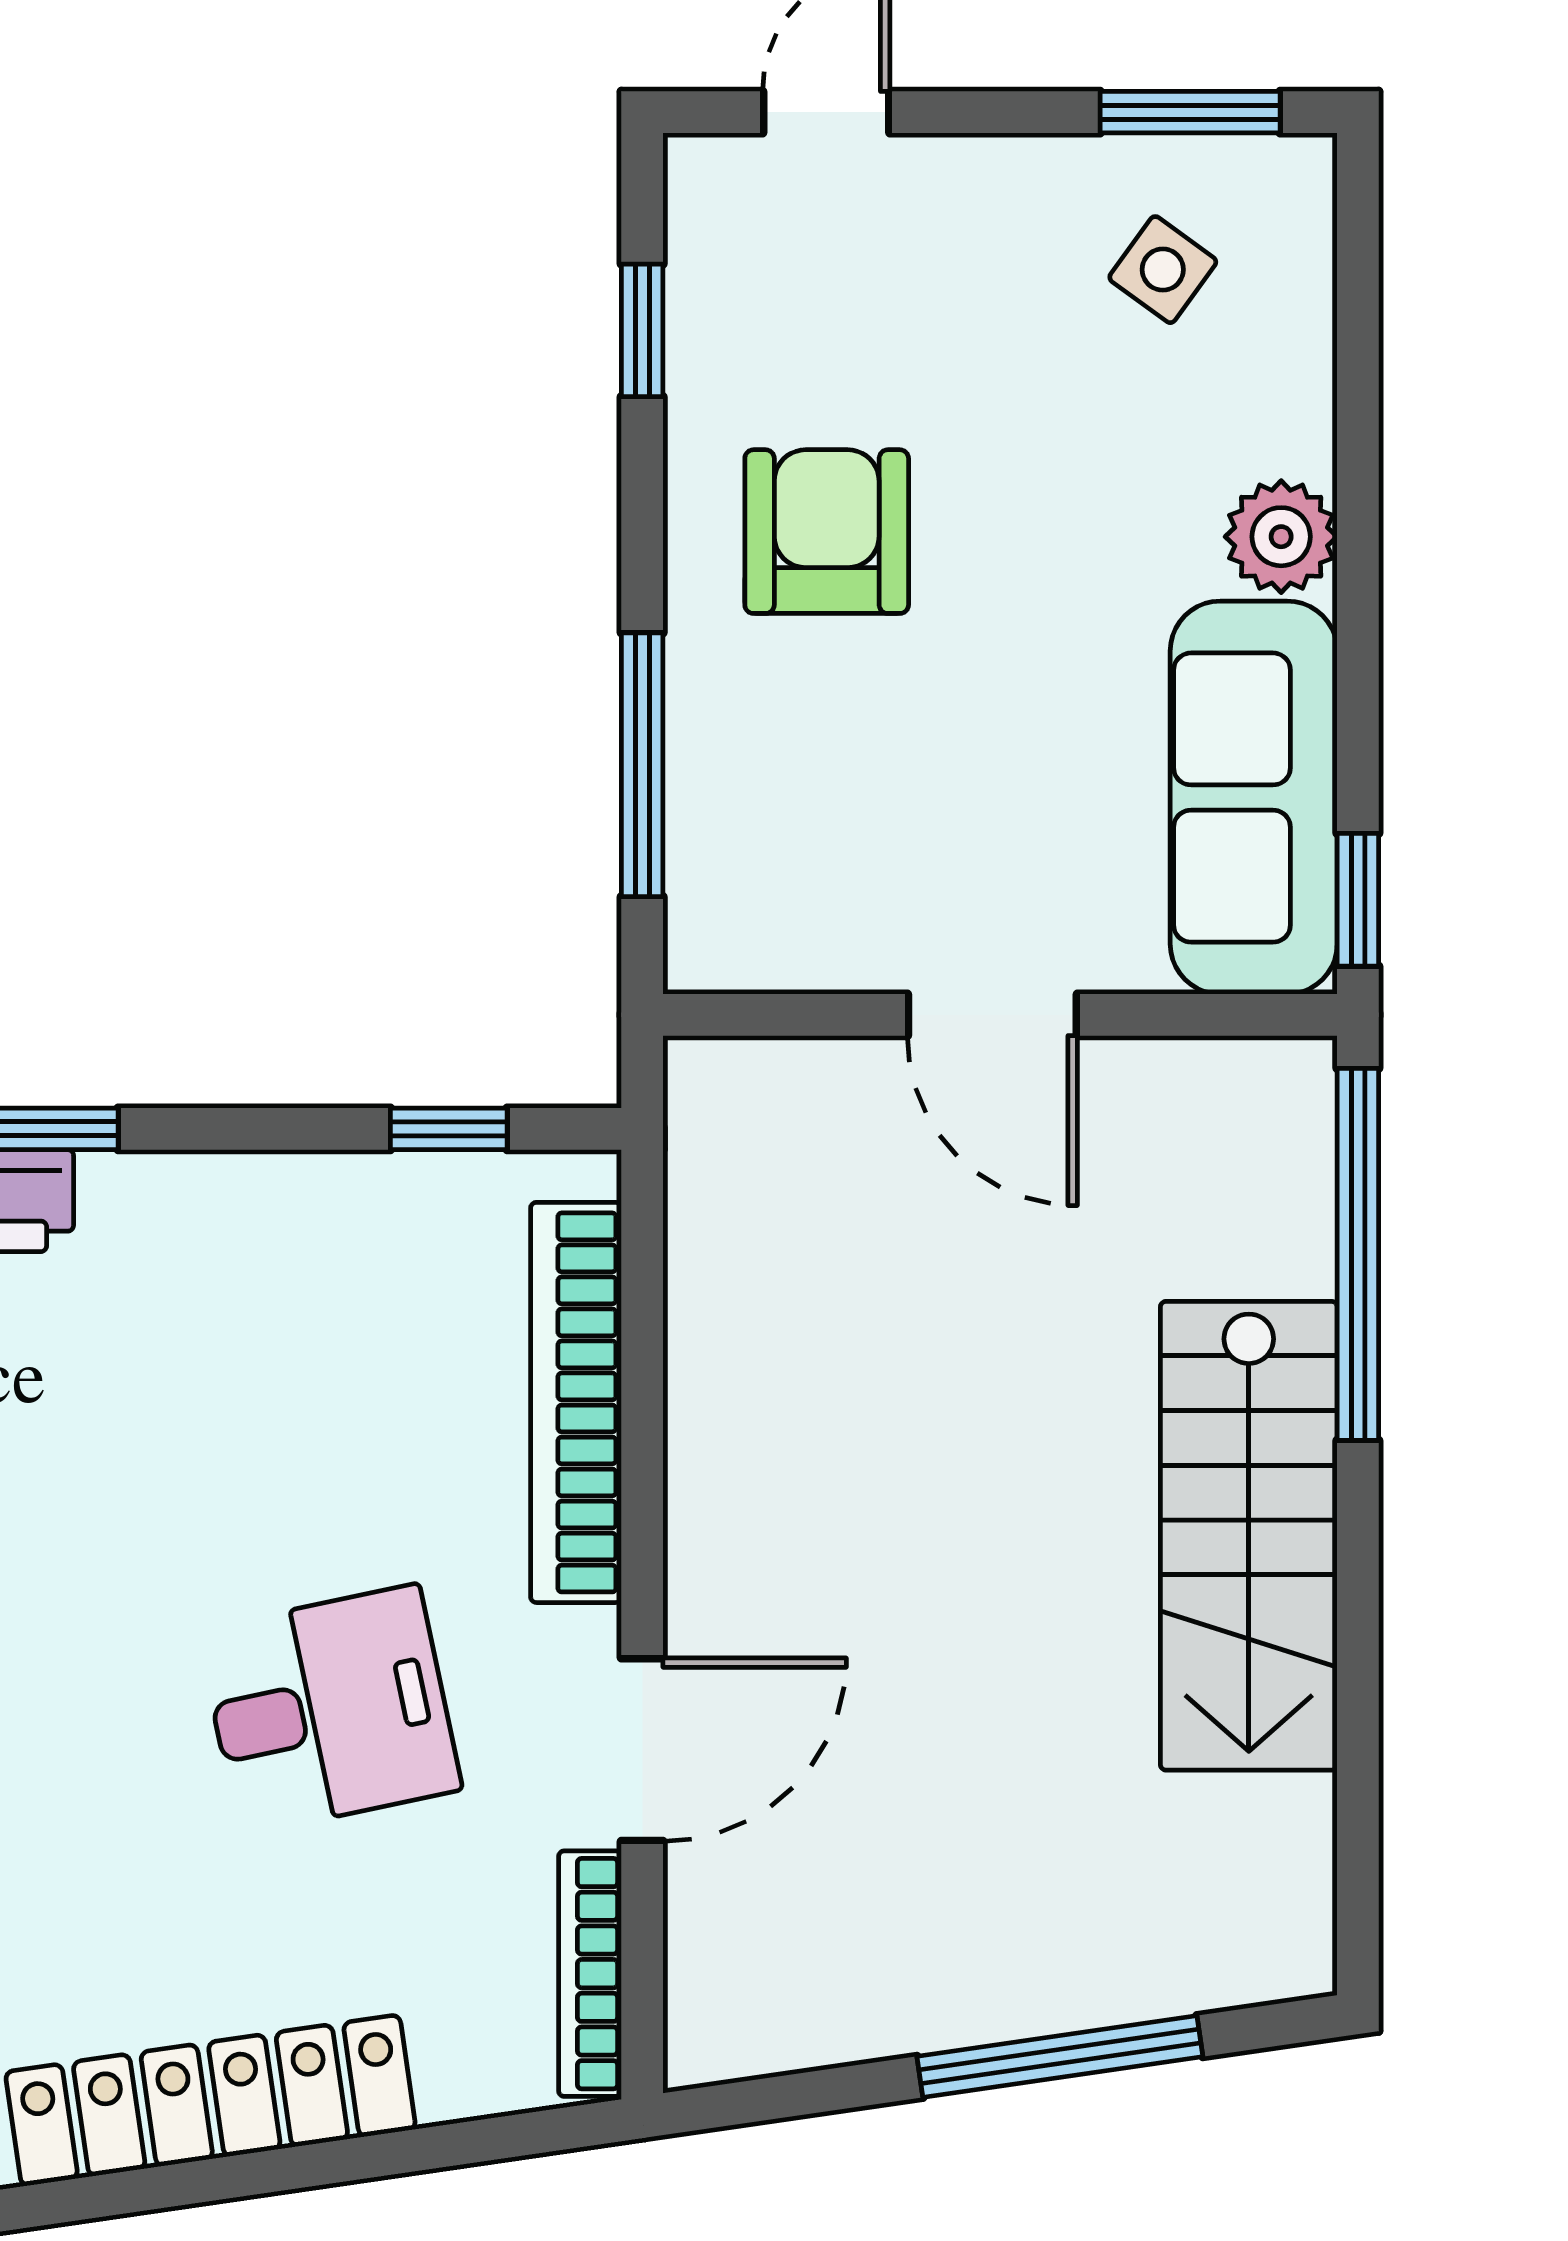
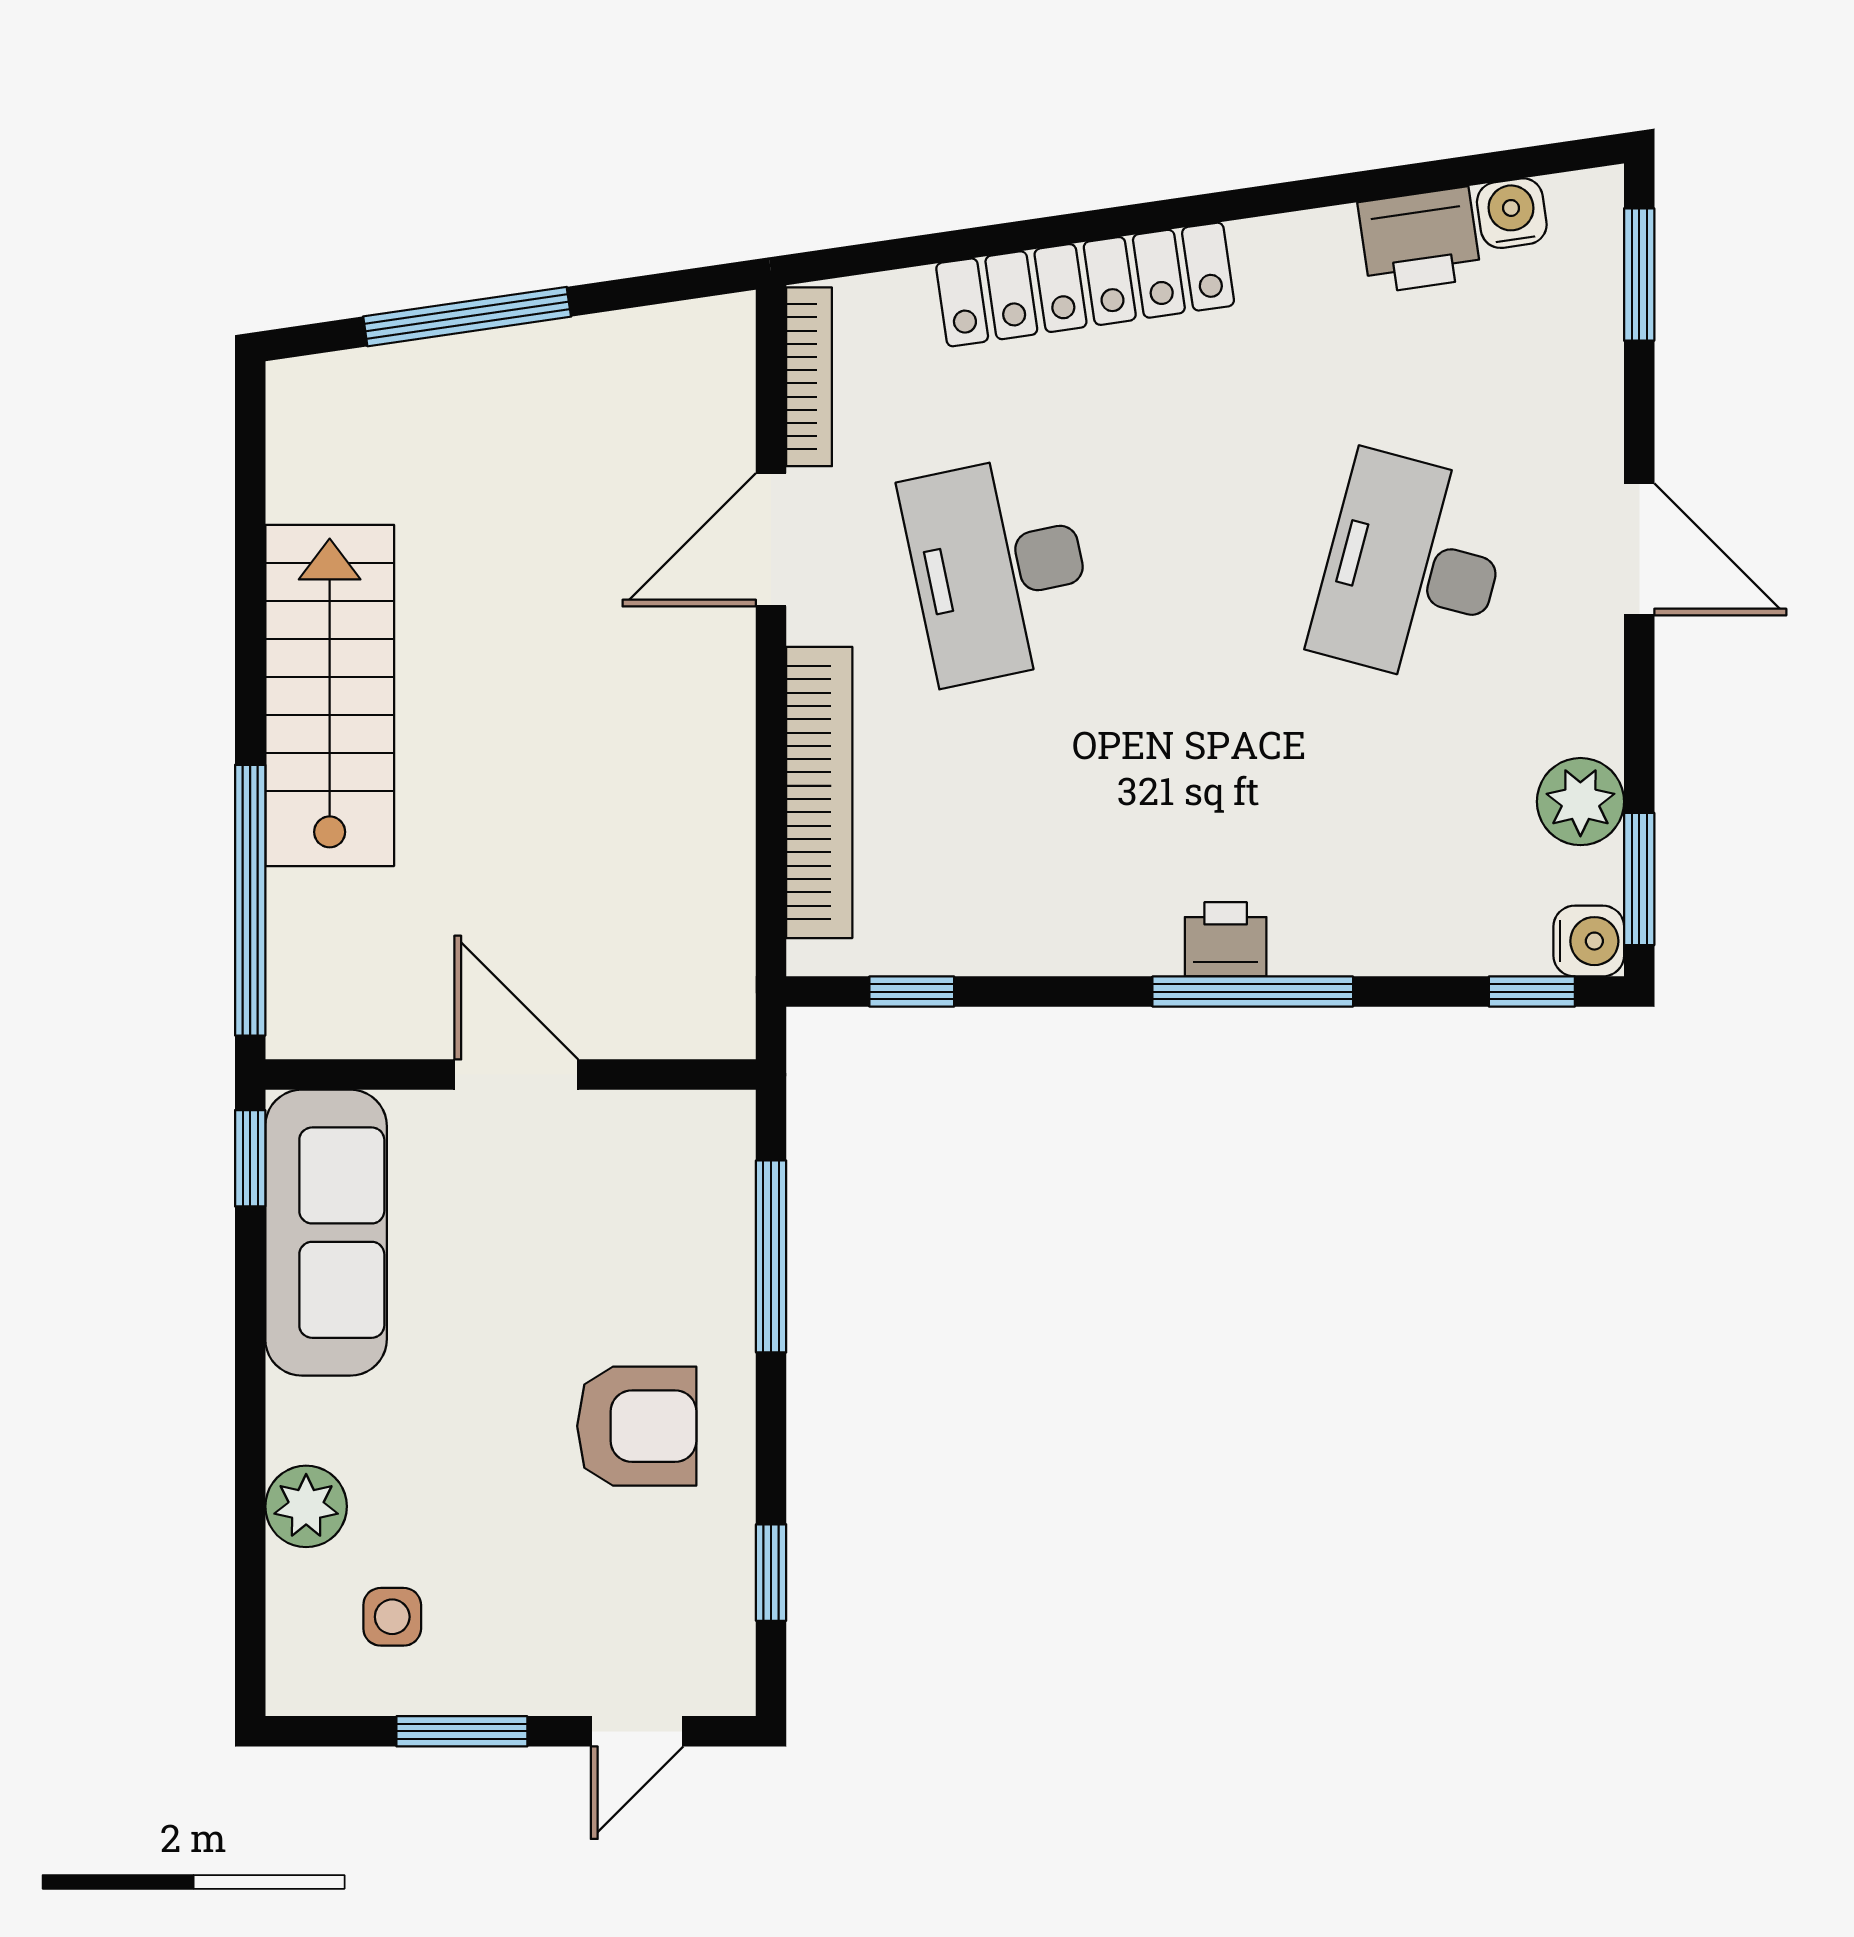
window: (1190, 112) -> (462, 1731), moved
side table: (1163, 270) -> (392, 1617), turned -36
armchair: (827, 532) -> (637, 1426), turned -90
plant: (1281, 537) -> (306, 1506), moved
desk: (329, 1710) -> (999, 569), width x1.37

